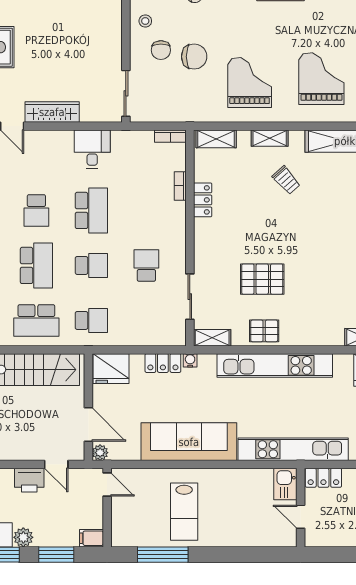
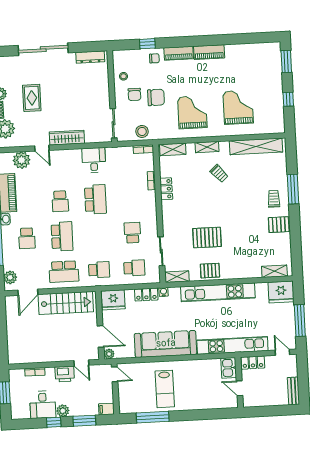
stool: (170, 108) -> (142, 131), added
school desk: (91, 265) -> (134, 268), moved

